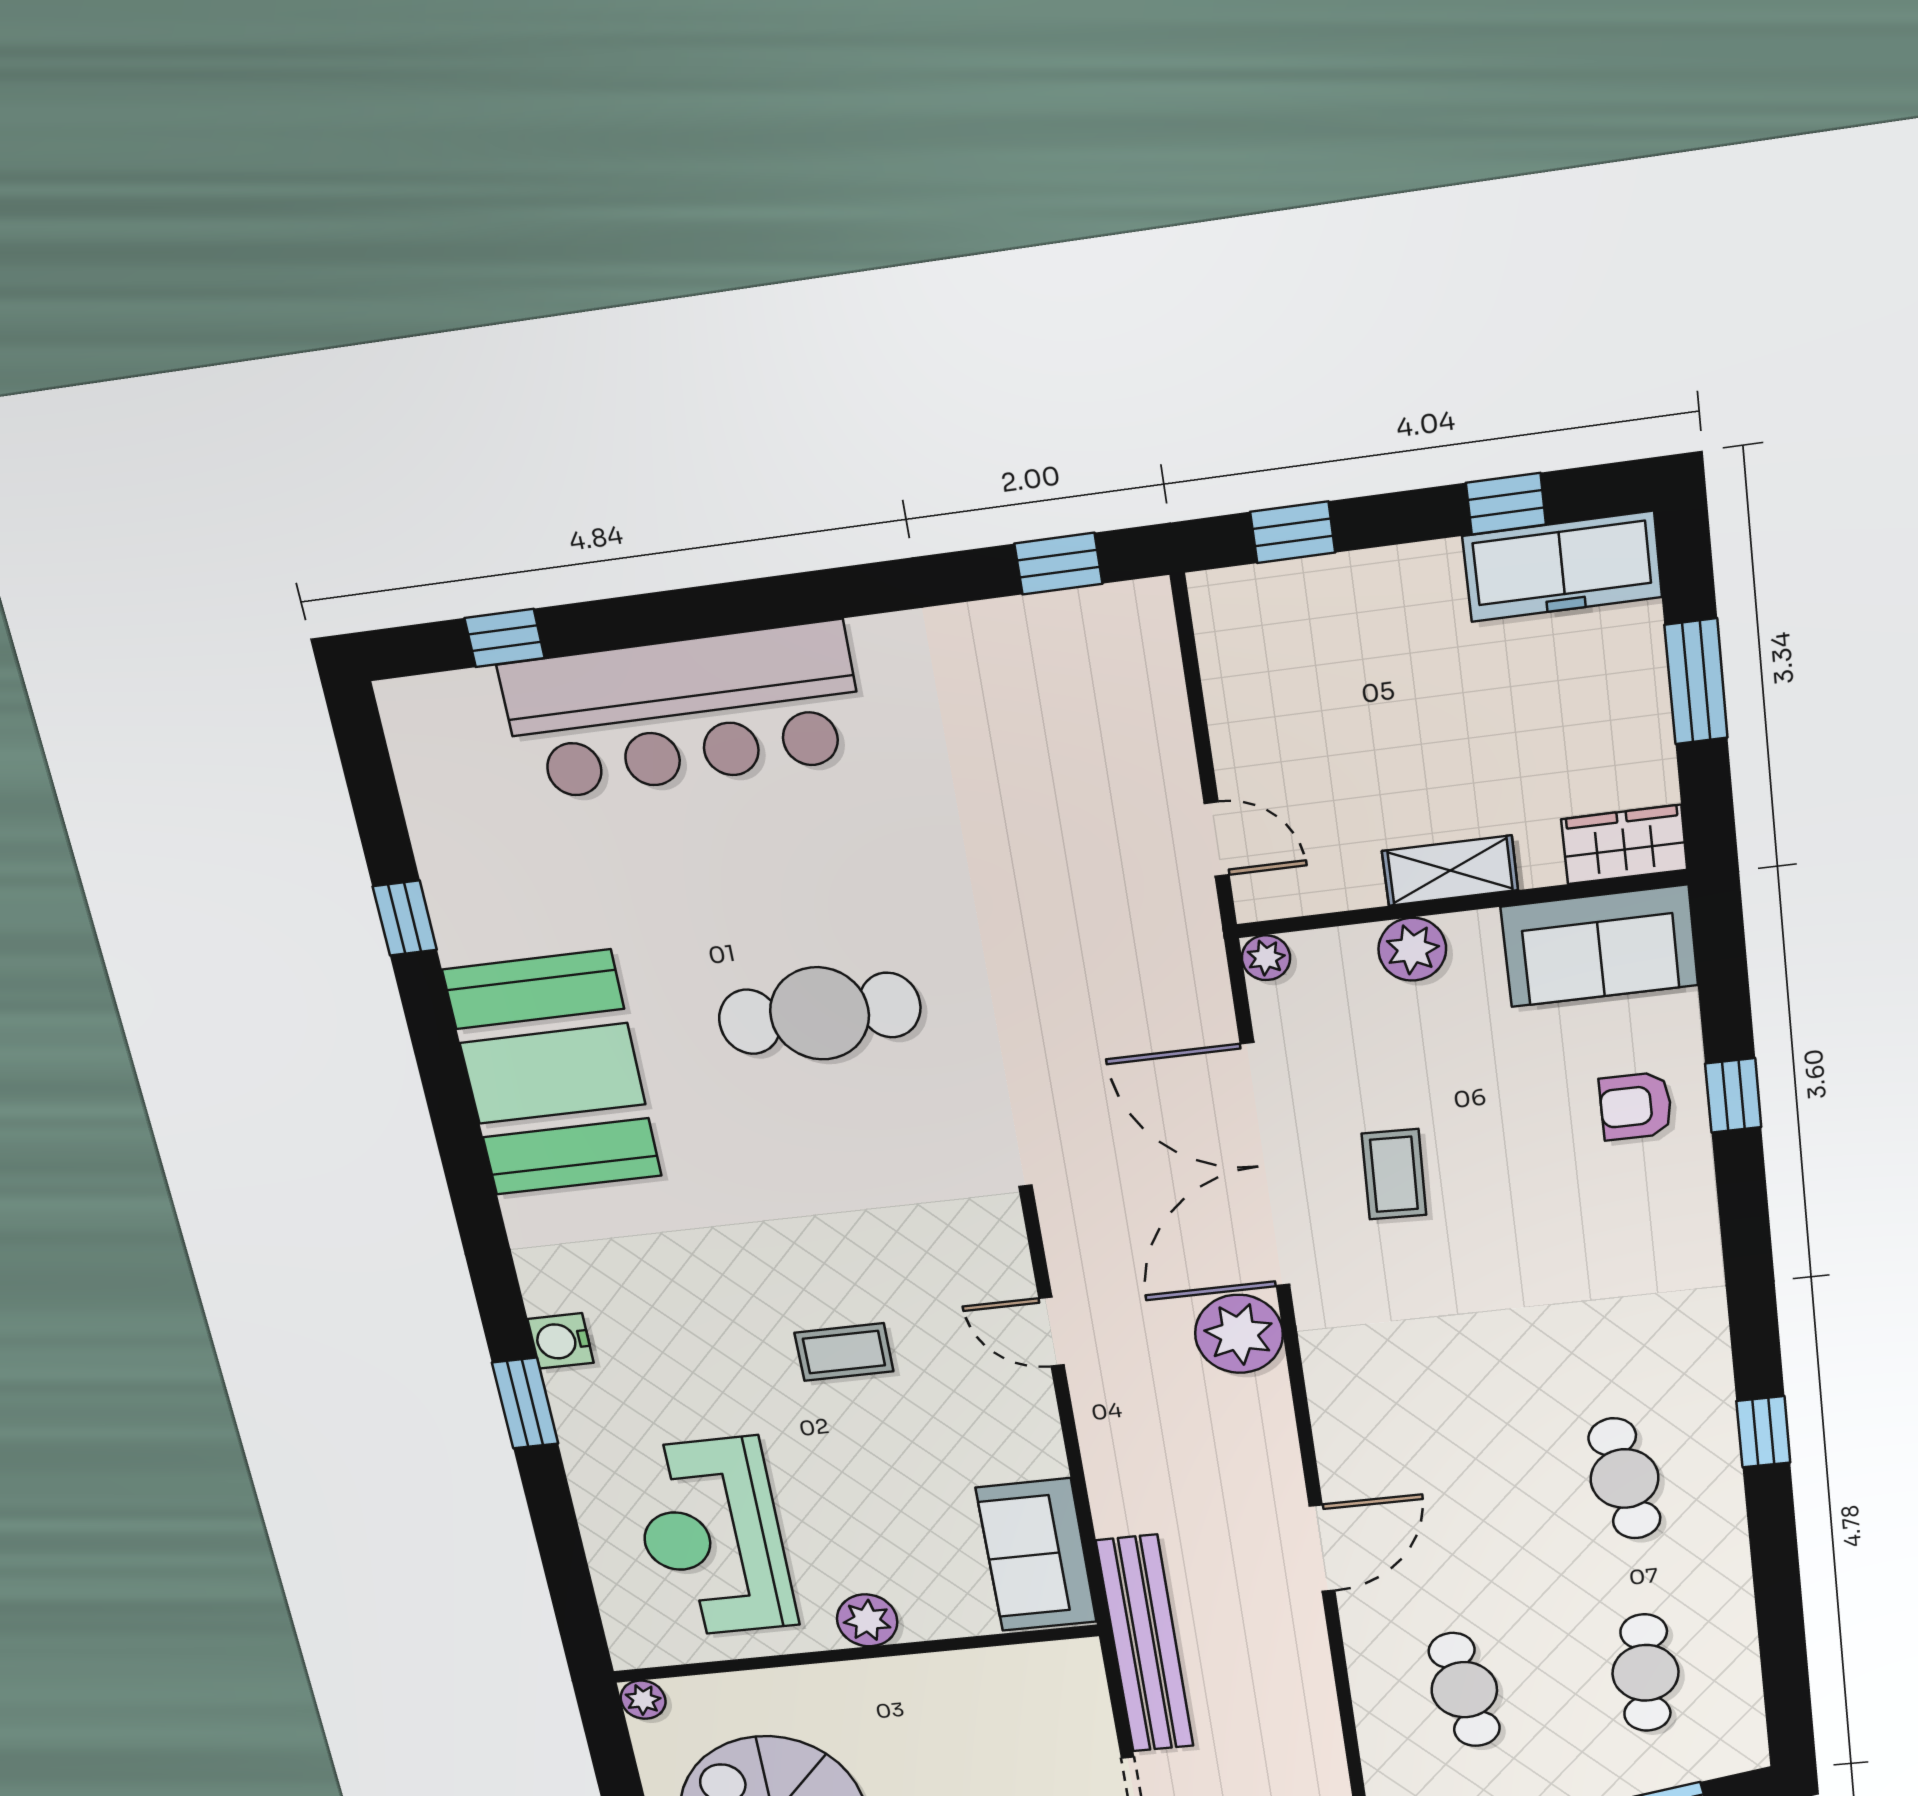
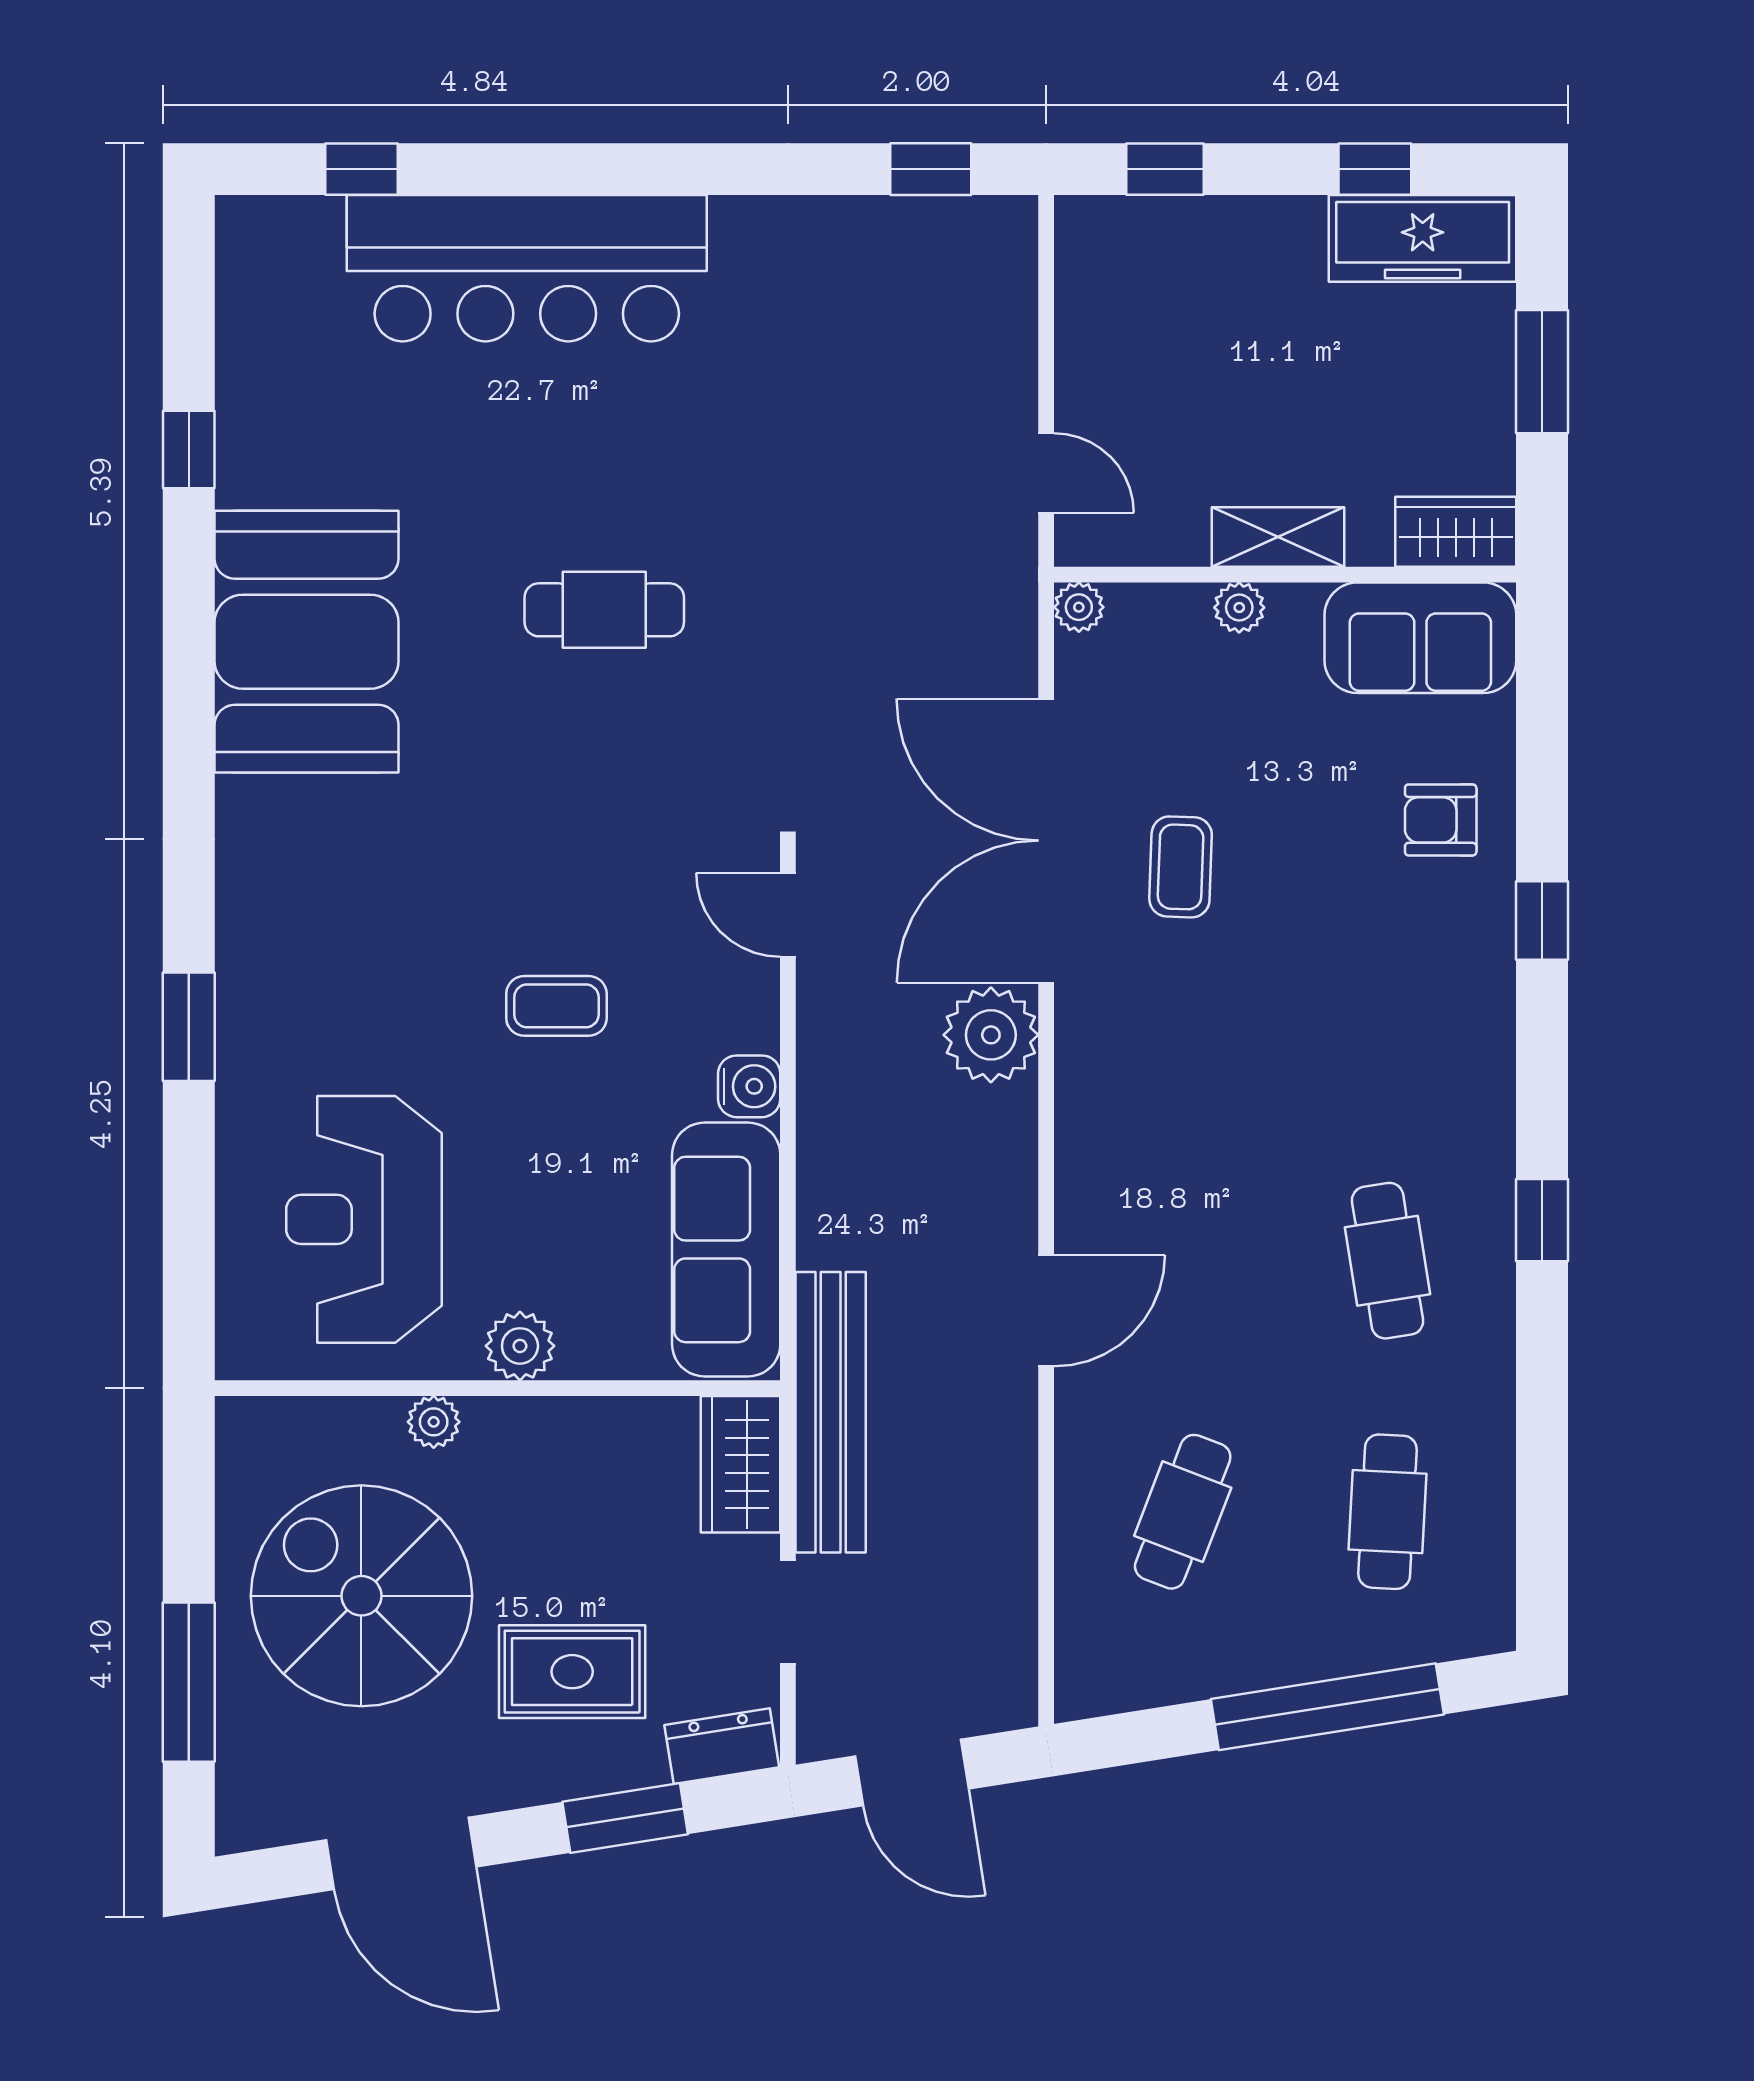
plant: (1412, 949) -> (1239, 607), width x0.73, depth x0.73
cafe table: (820, 1013) -> (604, 610), width x0.73, depth x0.74
window: (1733, 1095) -> (1542, 921), moved
door: (1051, 1332) -> (788, 915), moved
water cooler: (561, 1341) -> (749, 1086), moved, turned 180
sofa: (1036, 1555) -> (726, 1249), width x1.36
cafe table: (1464, 1690) -> (1183, 1512), turned 30
wardrobe: (1074, 1691) -> (740, 1464), added
plant: (643, 1700) -> (434, 1422), moved

